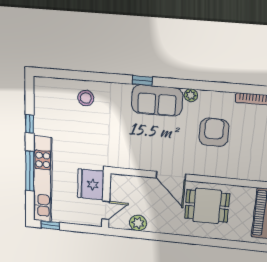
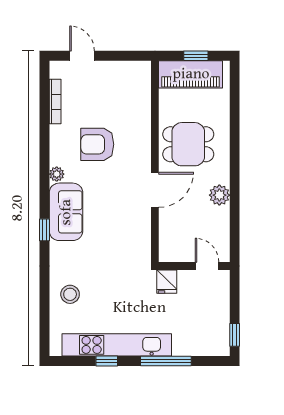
kitchen unit: (43, 180) -> (117, 345), moved
fridge: (91, 184) -> (167, 282), width x0.53, depth x0.75
dining table: (207, 206) -> (188, 144), turned 90
plant: (138, 223) -> (219, 195), moved

